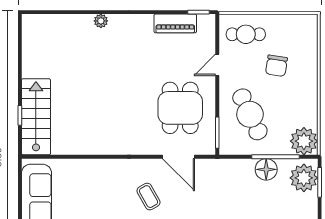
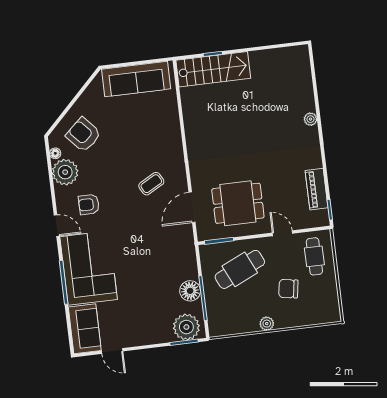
plant: (304, 141) -> (267, 324), moved, width x0.53, depth x0.53

